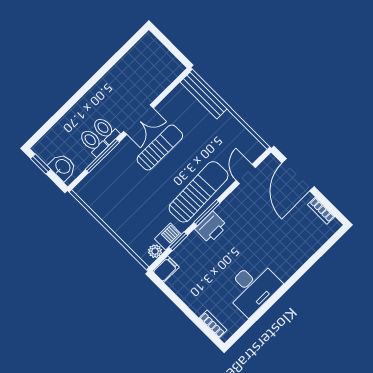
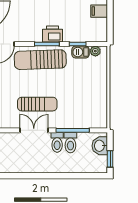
sun lounger: (160, 147) -> (37, 104), turned 180
filing cabinet: (166, 269) -> (99, 11), moved

